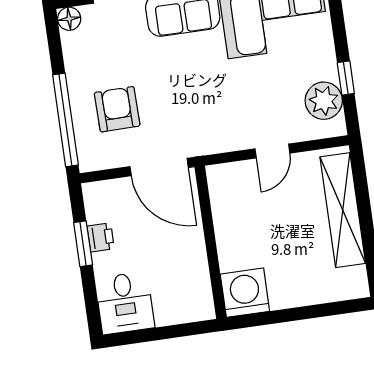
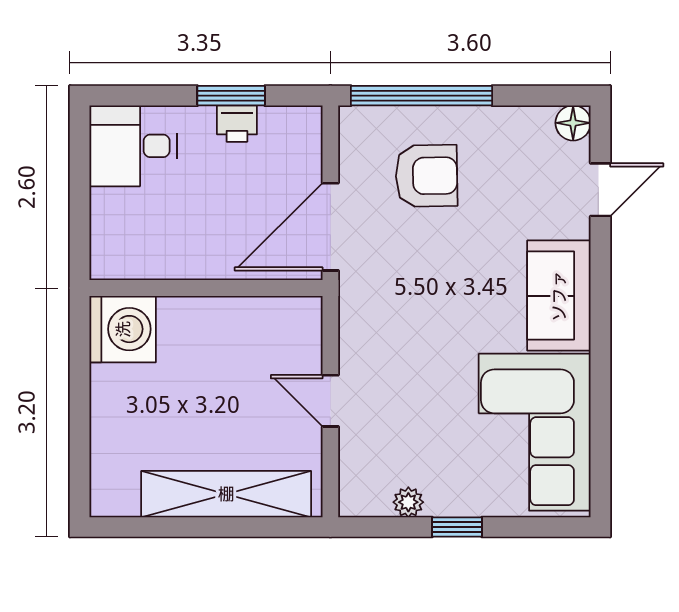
window: (346, 78) -> (457, 527), moved
plant: (324, 101) -> (408, 502), width x0.53, depth x0.53

